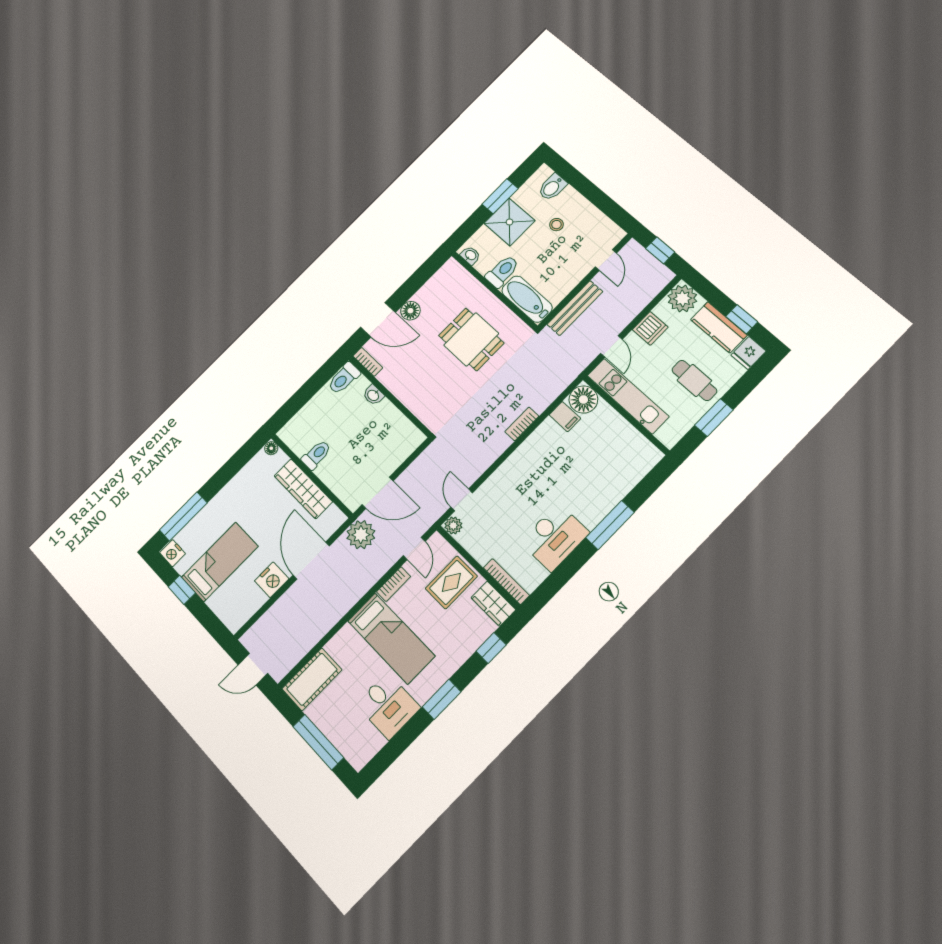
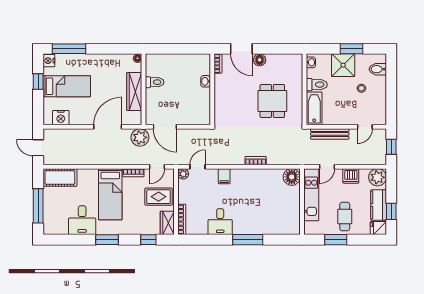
toilet: (344, 378) -> (200, 60), removed
filing cabinet: (565, 417) -> (224, 176), moved
desk: (555, 537) -> (220, 222), width x0.73
nightstand: (272, 580) -> (61, 118), moved

